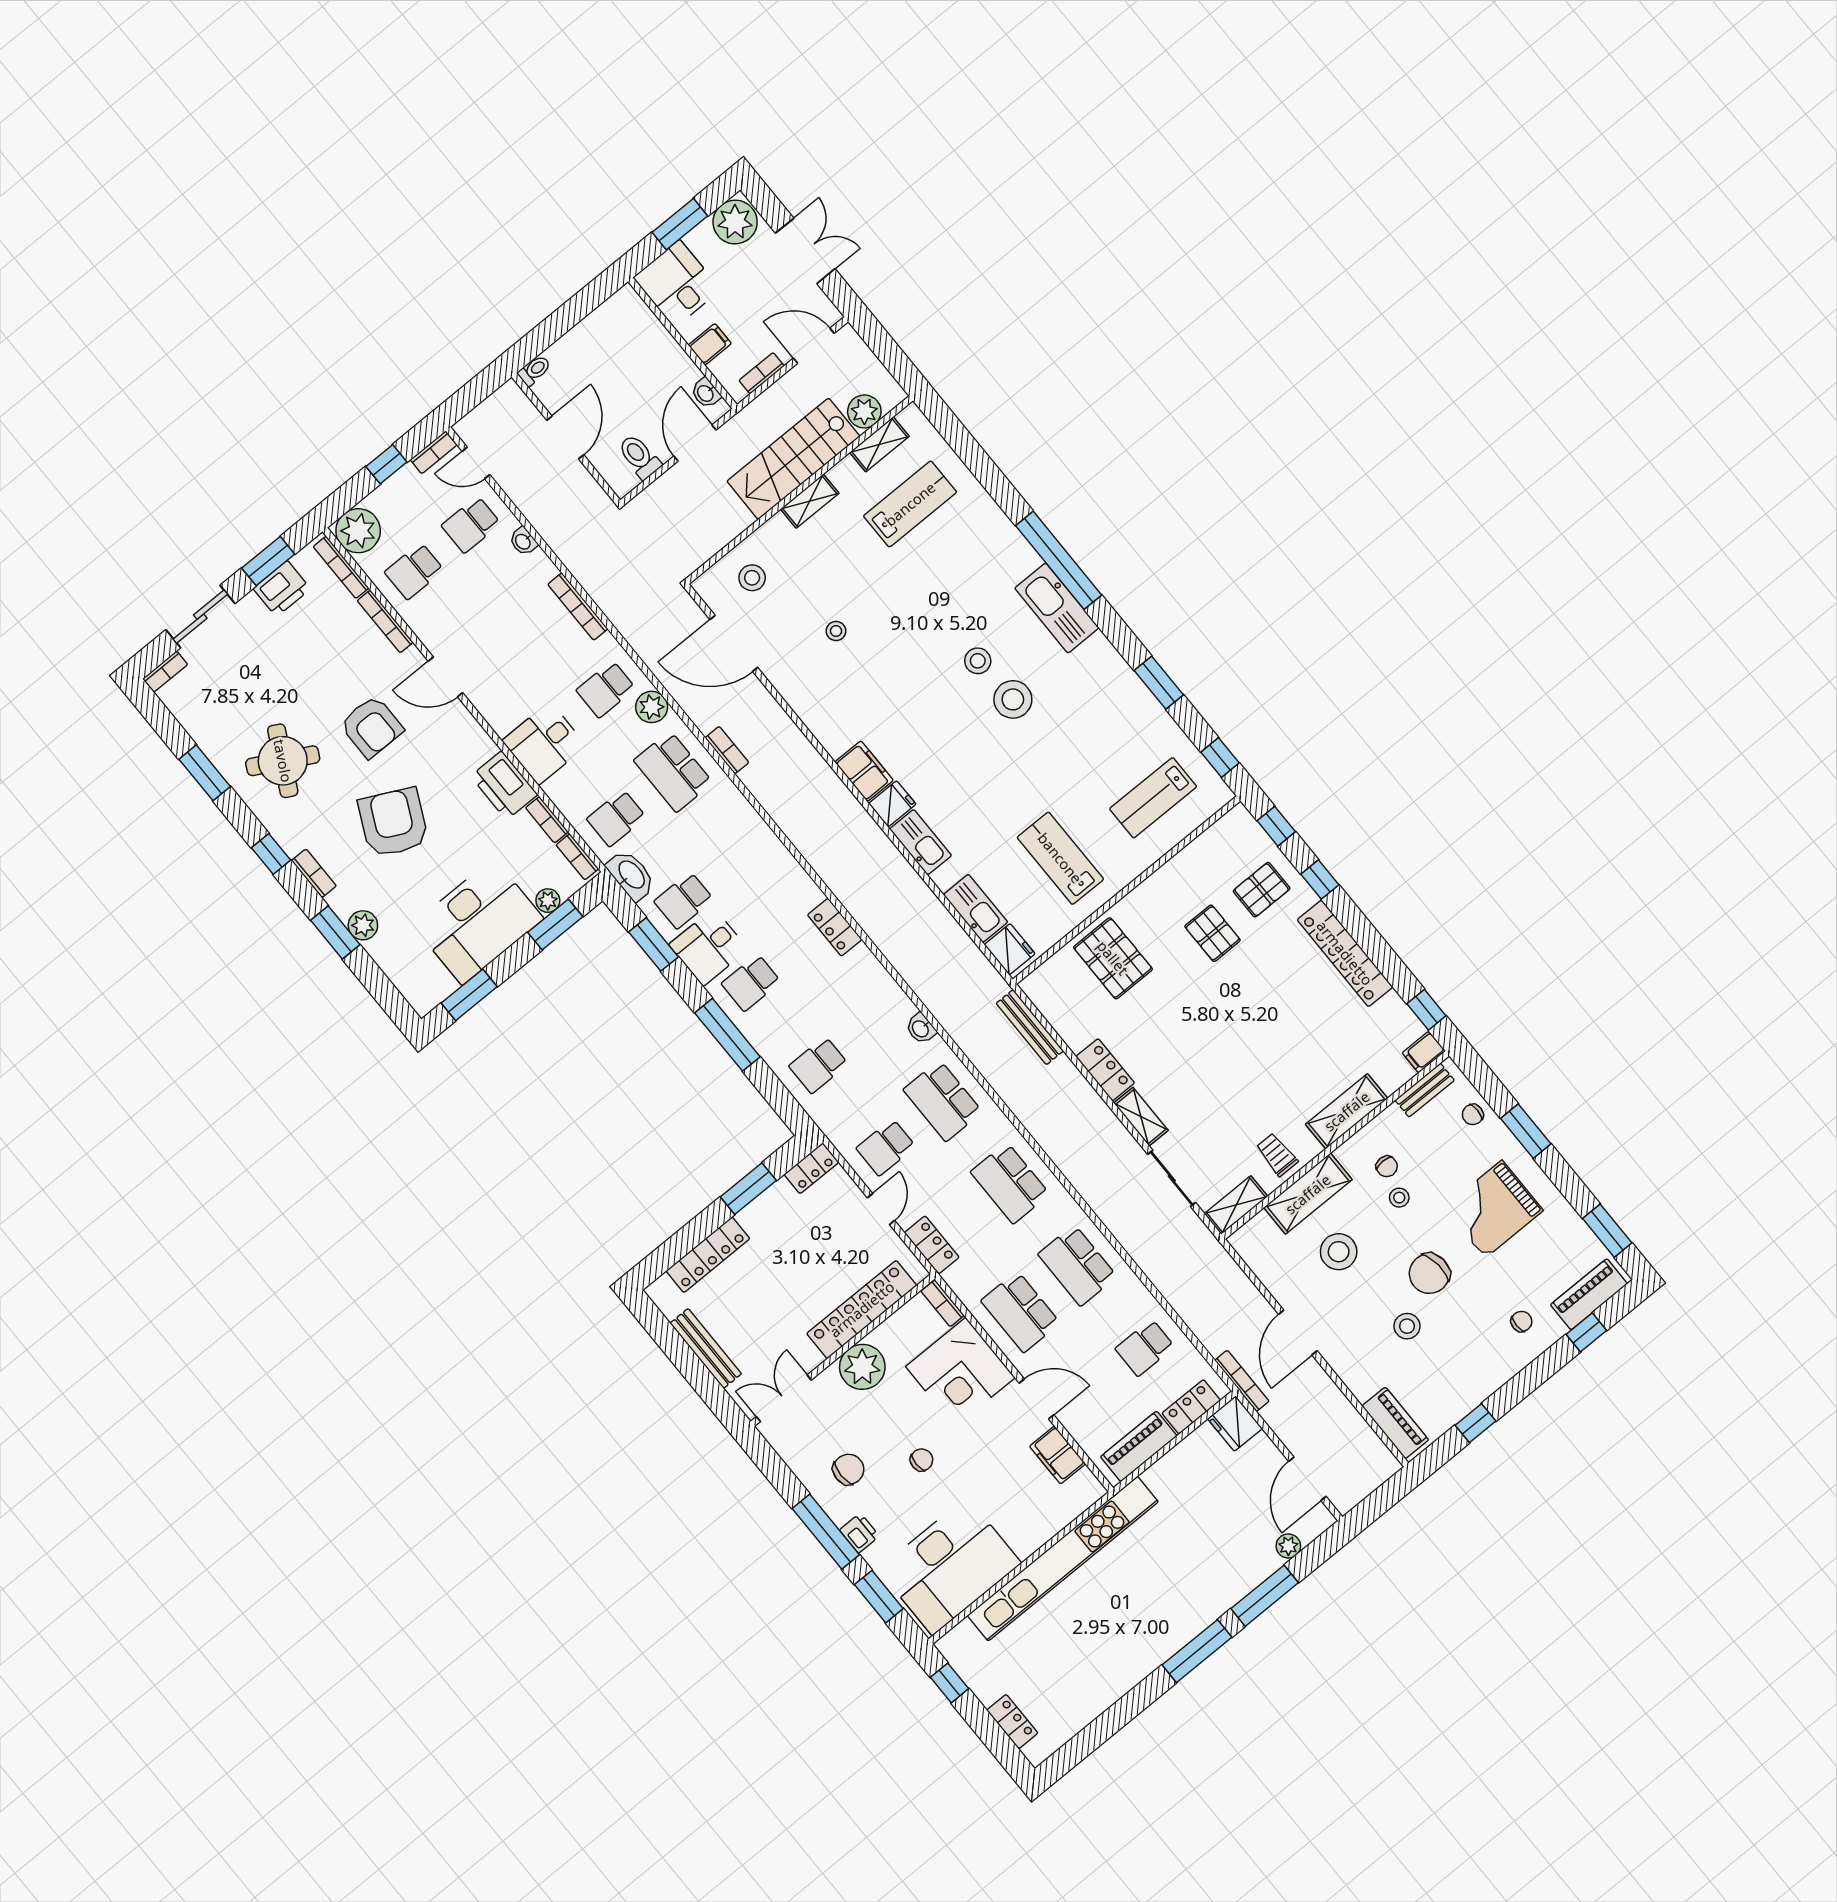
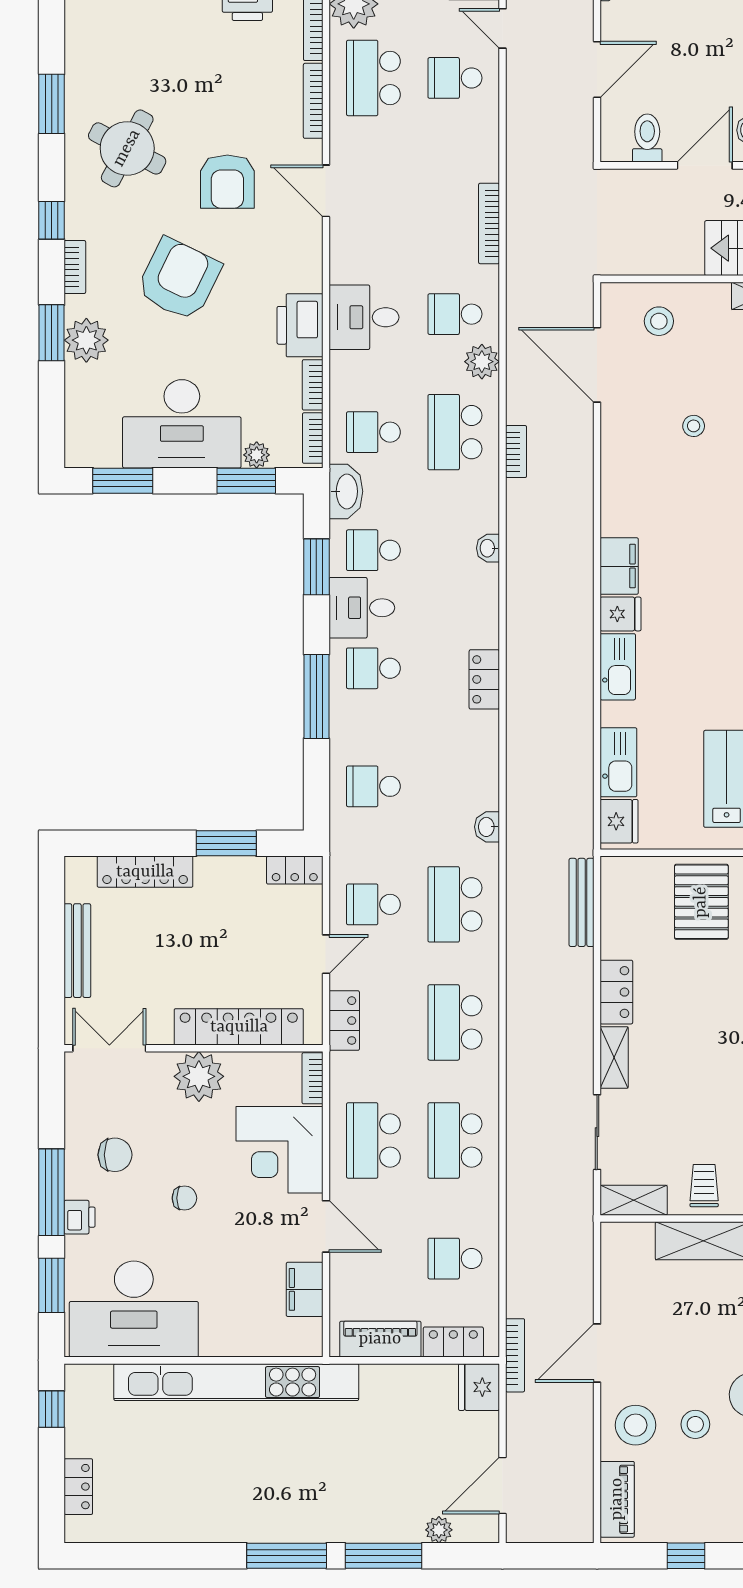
washbasin: (523, 541) -> (488, 548), moved
school desk: (414, 571) -> (373, 78), width x1.85
plant: (363, 925) -> (86, 340), width x1.36, depth x1.36
stool: (1339, 1252) -> (636, 1425), moved

